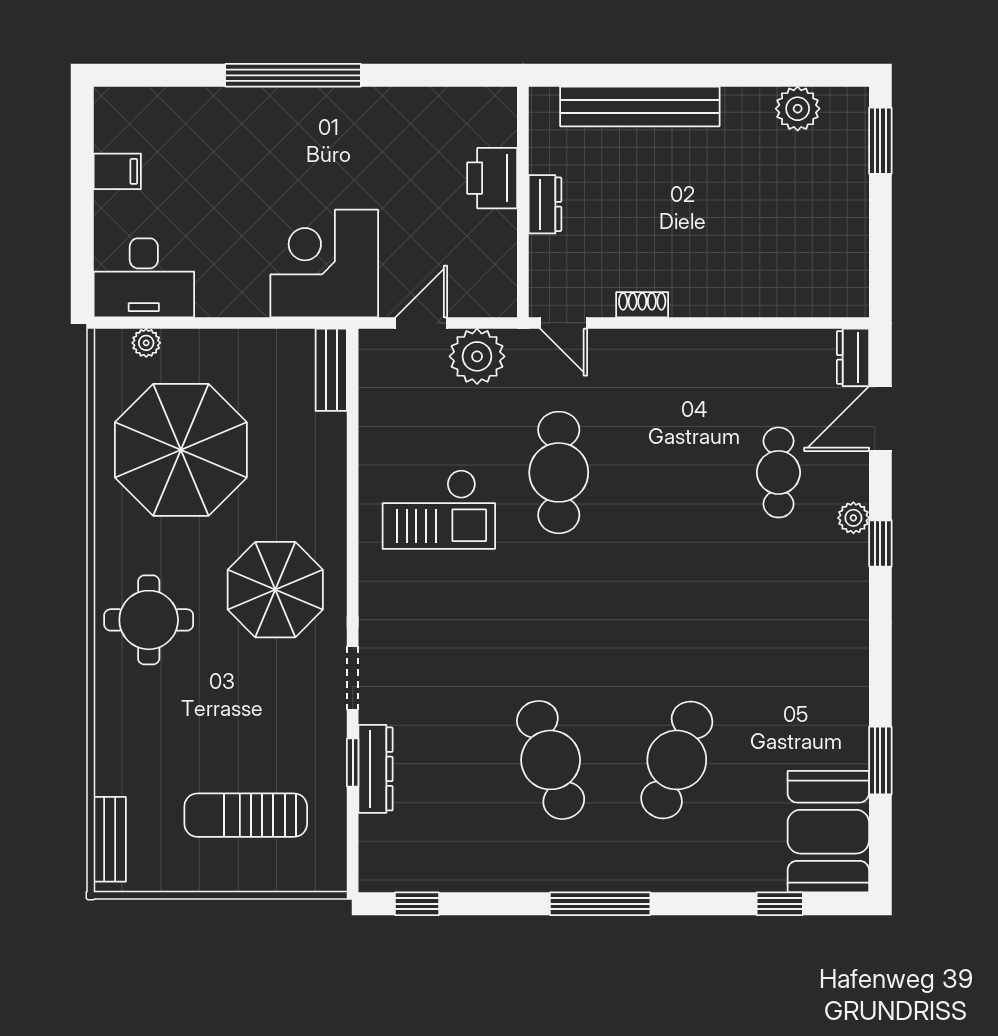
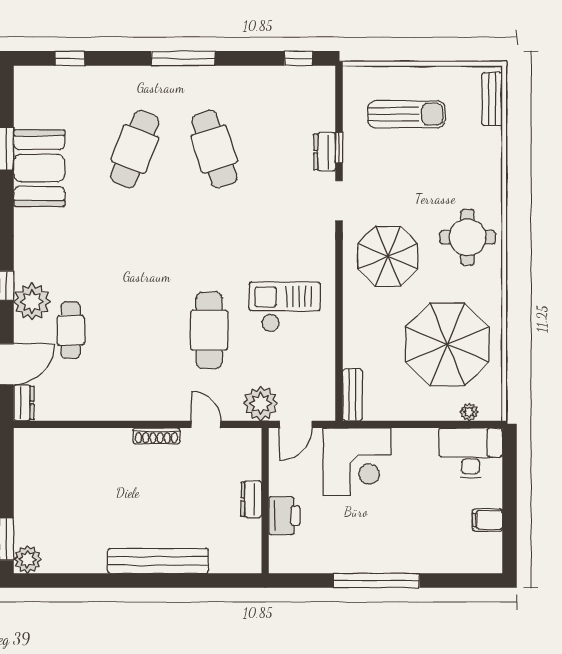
plant: (798, 109) -> (27, 559), moved
printer: (492, 178) -> (284, 516), moved
wall: (523, 202) -> (265, 501), moved
dresser: (545, 204) -> (251, 499), moved
shoe rack: (642, 305) -> (157, 436), width x1.43
plant: (853, 518) -> (32, 302), width x1.88, depth x1.88
dresser: (376, 769) -> (325, 152), width x0.70
booth: (828, 832) -> (39, 168), moved

